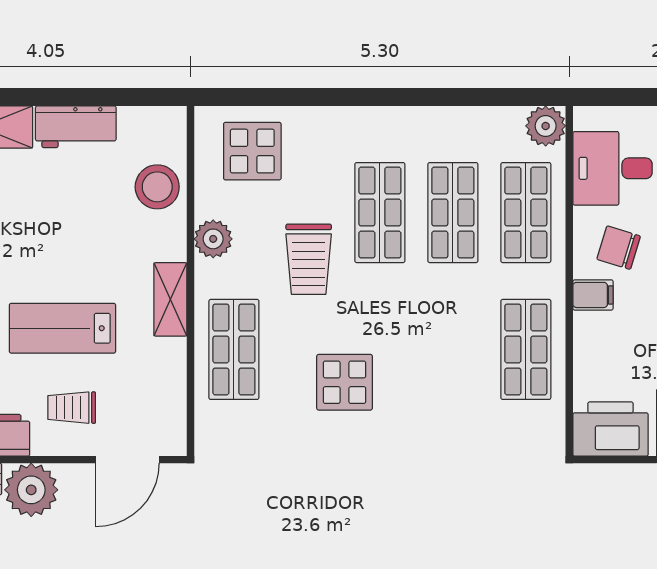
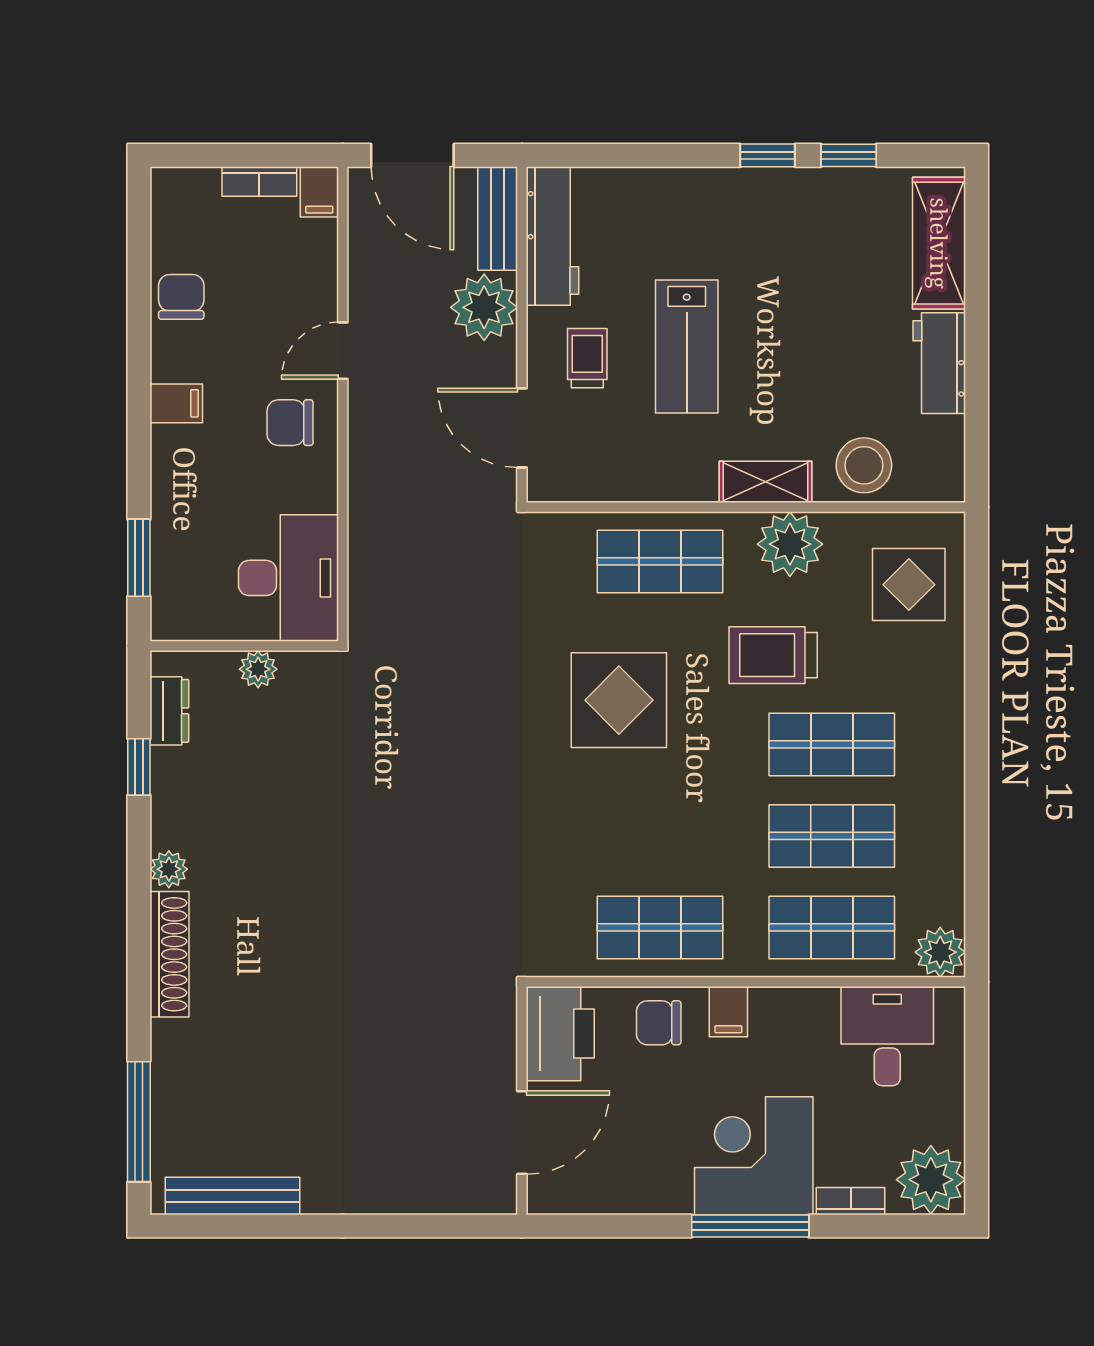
plant: (213, 239) -> (790, 544), width x1.36, depth x1.36
chair: (619, 248) -> (659, 1023), moved, turned -107
shelving: (170, 299) -> (765, 482), moved
lab bench: (62, 328) -> (687, 346), turned 180
display table: (345, 382) -> (619, 700), width x1.36, depth x1.36

